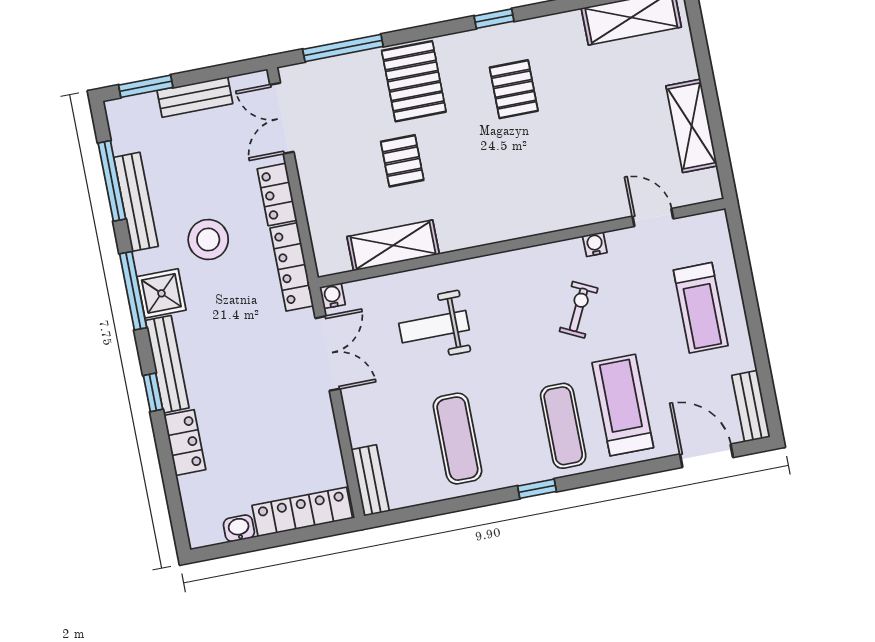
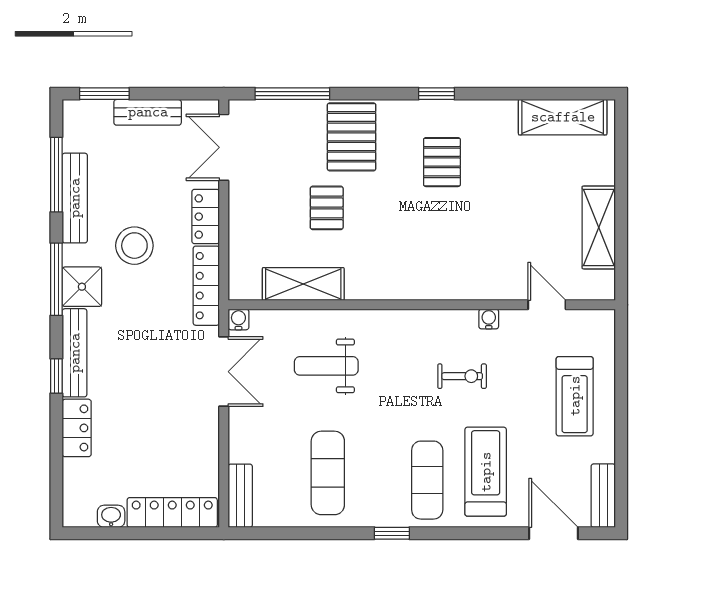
exercise bike: (579, 310) -> (462, 376), turned 64

